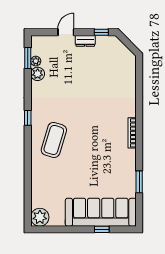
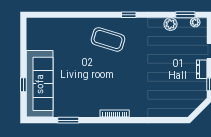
plant: (36, 61) -> (195, 22), moved
plant: (40, 217) -> (35, 26), removed

